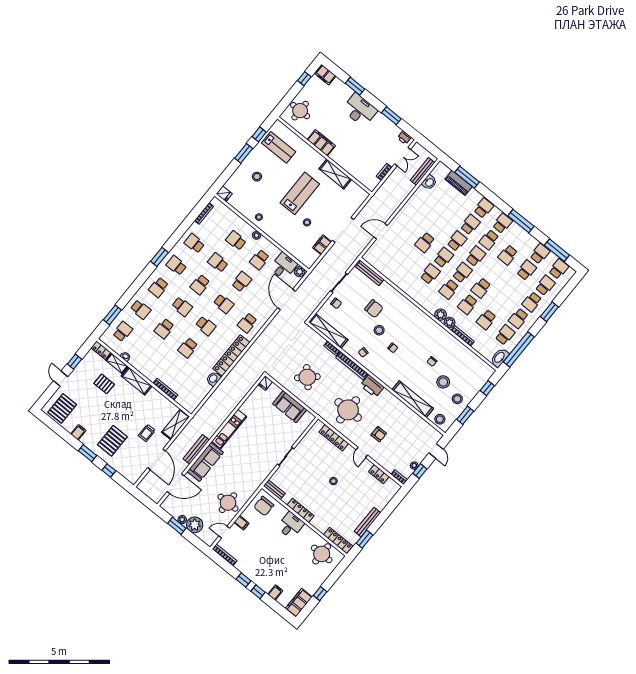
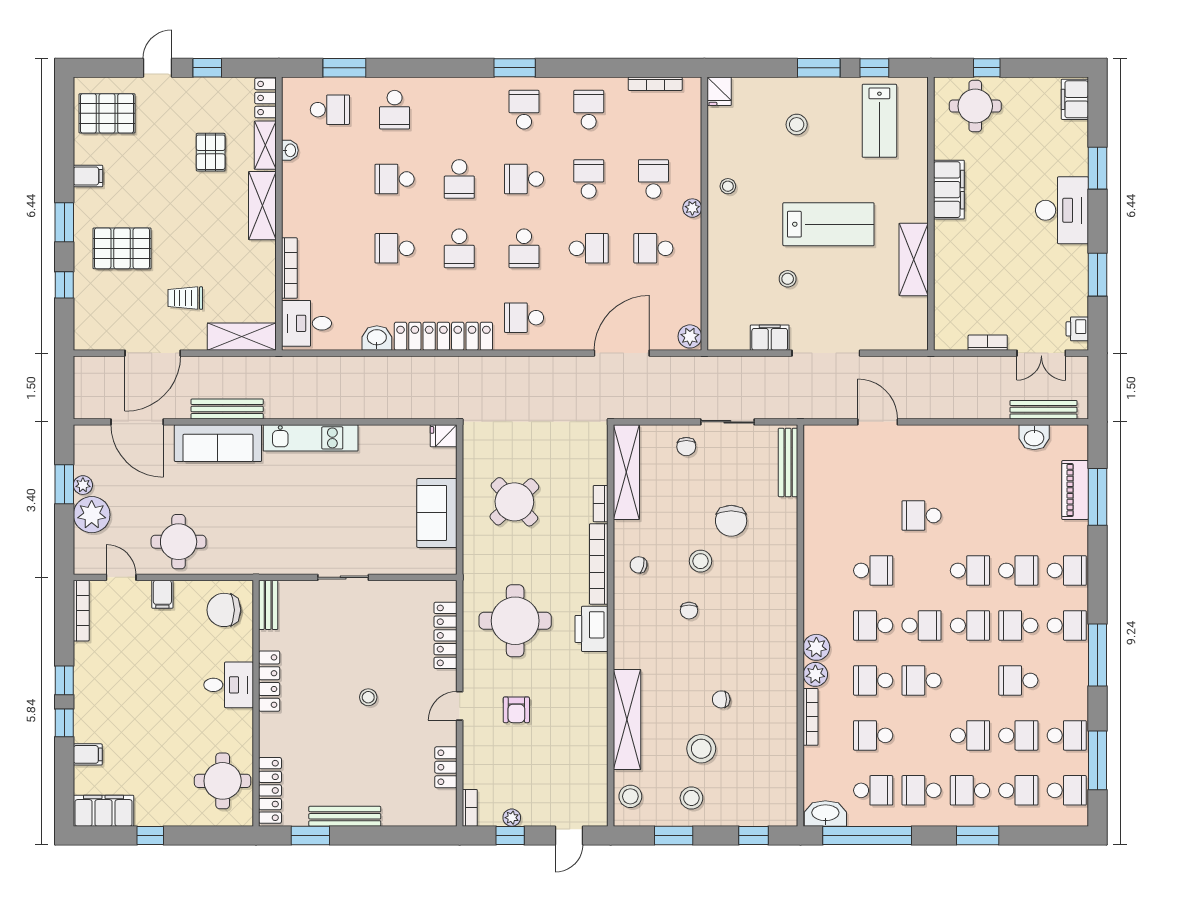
window: (304, 79) -> (987, 68), moved
school desk: (443, 258) -> (970, 735), moved
desk: (284, 266) -> (306, 323), moved, turned 180
school desk: (158, 287) -> (459, 110), removed

